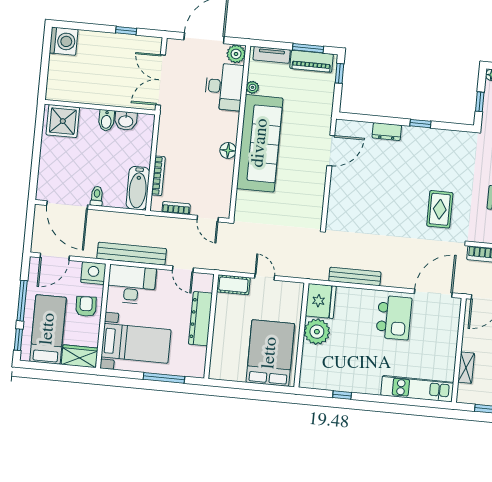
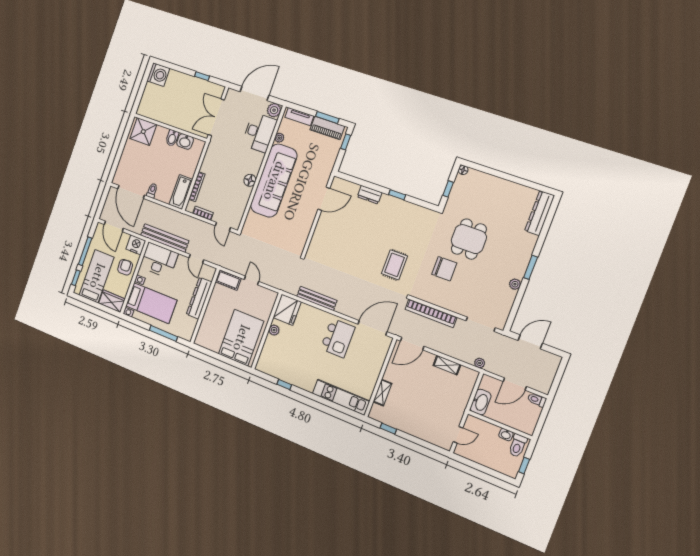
door: (55, 257) -> (114, 226), hinge flipped
plant: (317, 332) -> (274, 330), width x0.53, depth x0.53

